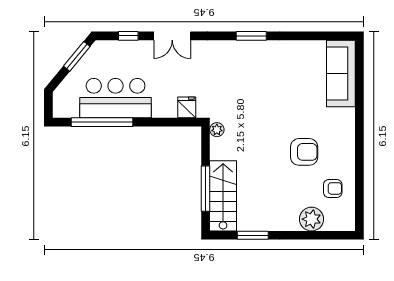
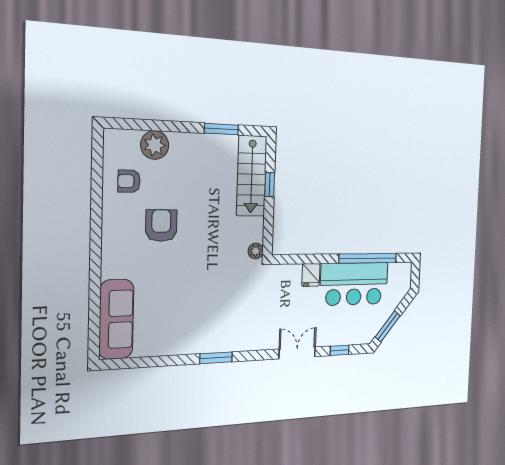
fridge: (187, 107) -> (311, 275), moved
armchair: (304, 152) -> (161, 225), turned 90
window: (206, 189) -> (270, 185), width x0.46

